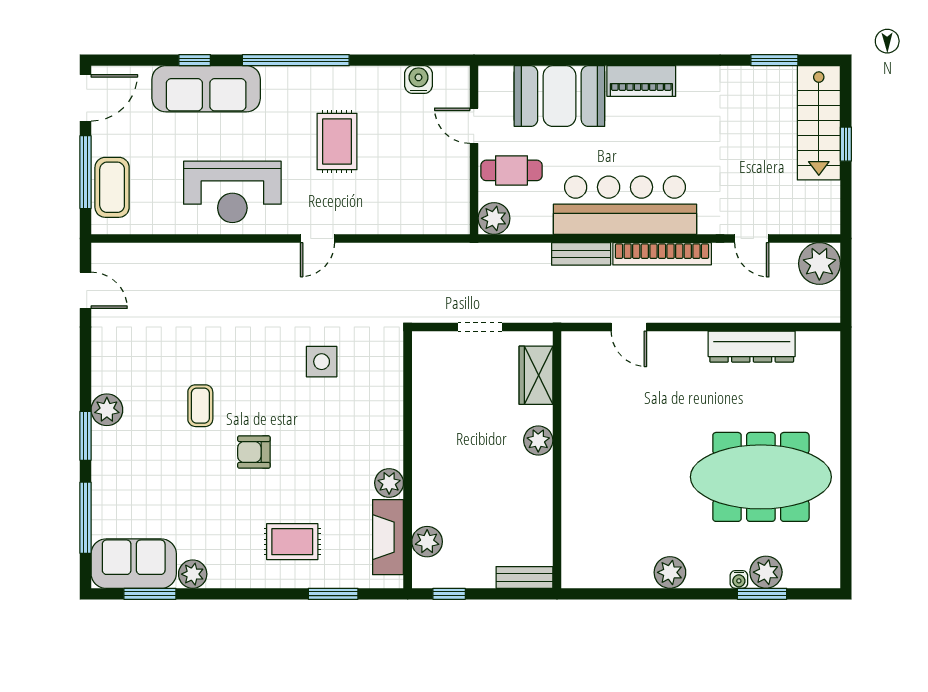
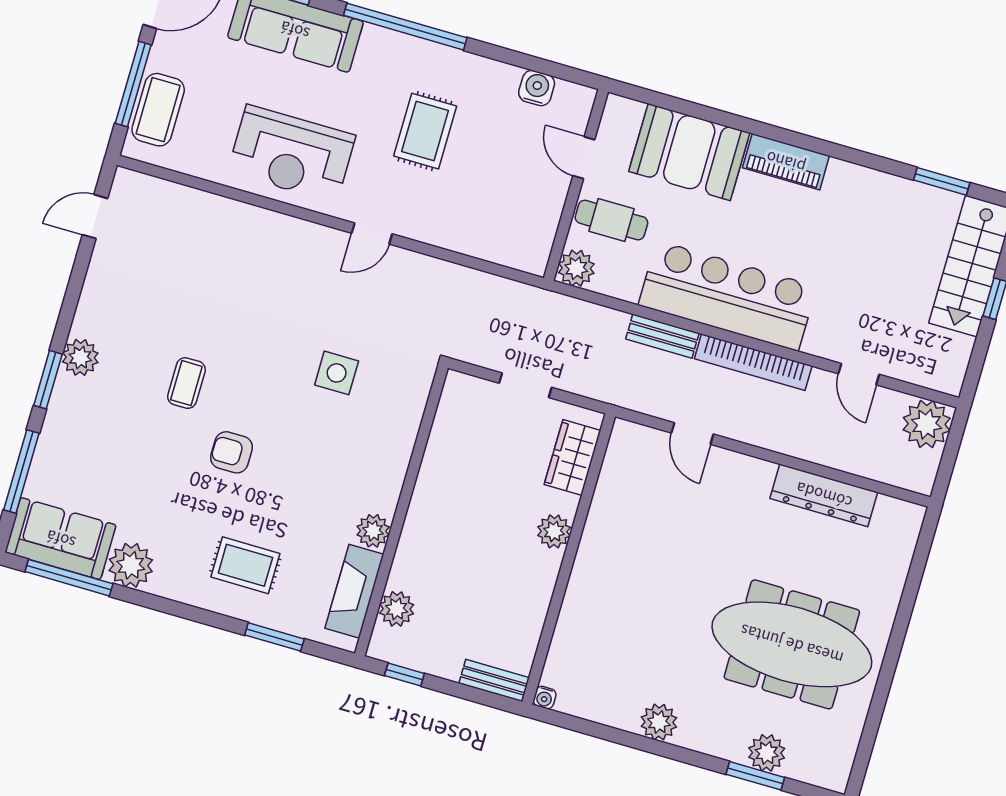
door: (86, 290) -> (95, 217), swing flipped
plant: (193, 574) -> (131, 565), width x1.36, depth x1.36
water cooler: (739, 579) -> (545, 698), moved
window: (150, 594) -> (69, 578), width x1.44

